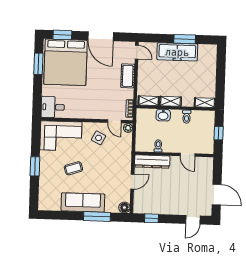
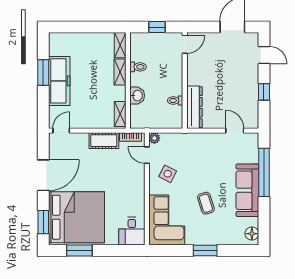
cot: (128, 76) -> (104, 141), moved
shelving: (171, 101) -> (120, 72), moved
door: (114, 121) -> (147, 155), swing flipped
door: (188, 155) -> (185, 44), moved
door: (132, 182) -> (235, 131), moved
floor lamp: (124, 208) -> (252, 234), moved
window: (97, 217) -> (264, 172), width x1.46
window: (152, 218) -> (264, 92), moved

